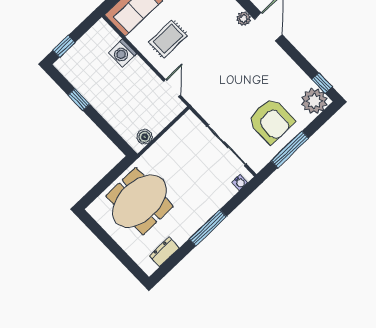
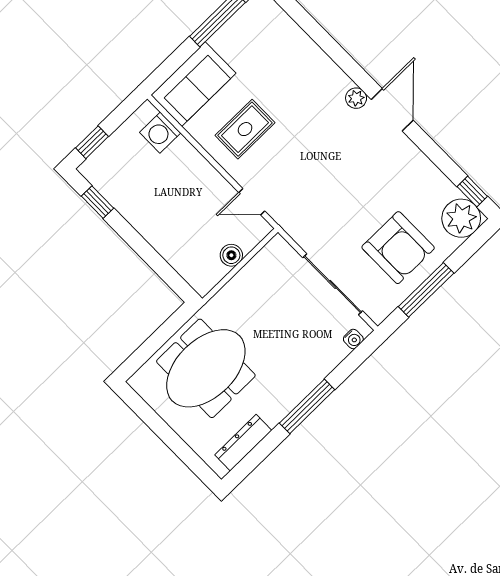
washing machine: (123, 53) -> (160, 133), moved
door: (172, 88) -> (252, 202), swing flipped
window: (79, 100) -> (97, 202), moved
boiler: (145, 137) -> (231, 255), moved
dresser: (164, 252) -> (243, 443), width x1.44

